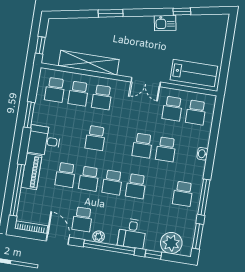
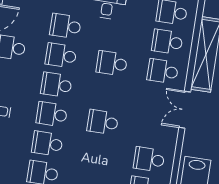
double door: (146, 82) -> (185, 110), moved
school desk: (166, 149) -> (47, 144), moved

